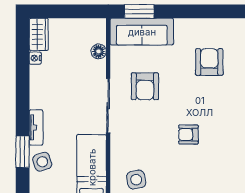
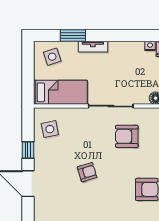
armchair: (188, 135) -> (87, 172), turned 73
side table: (42, 162) -> (52, 57), moved

